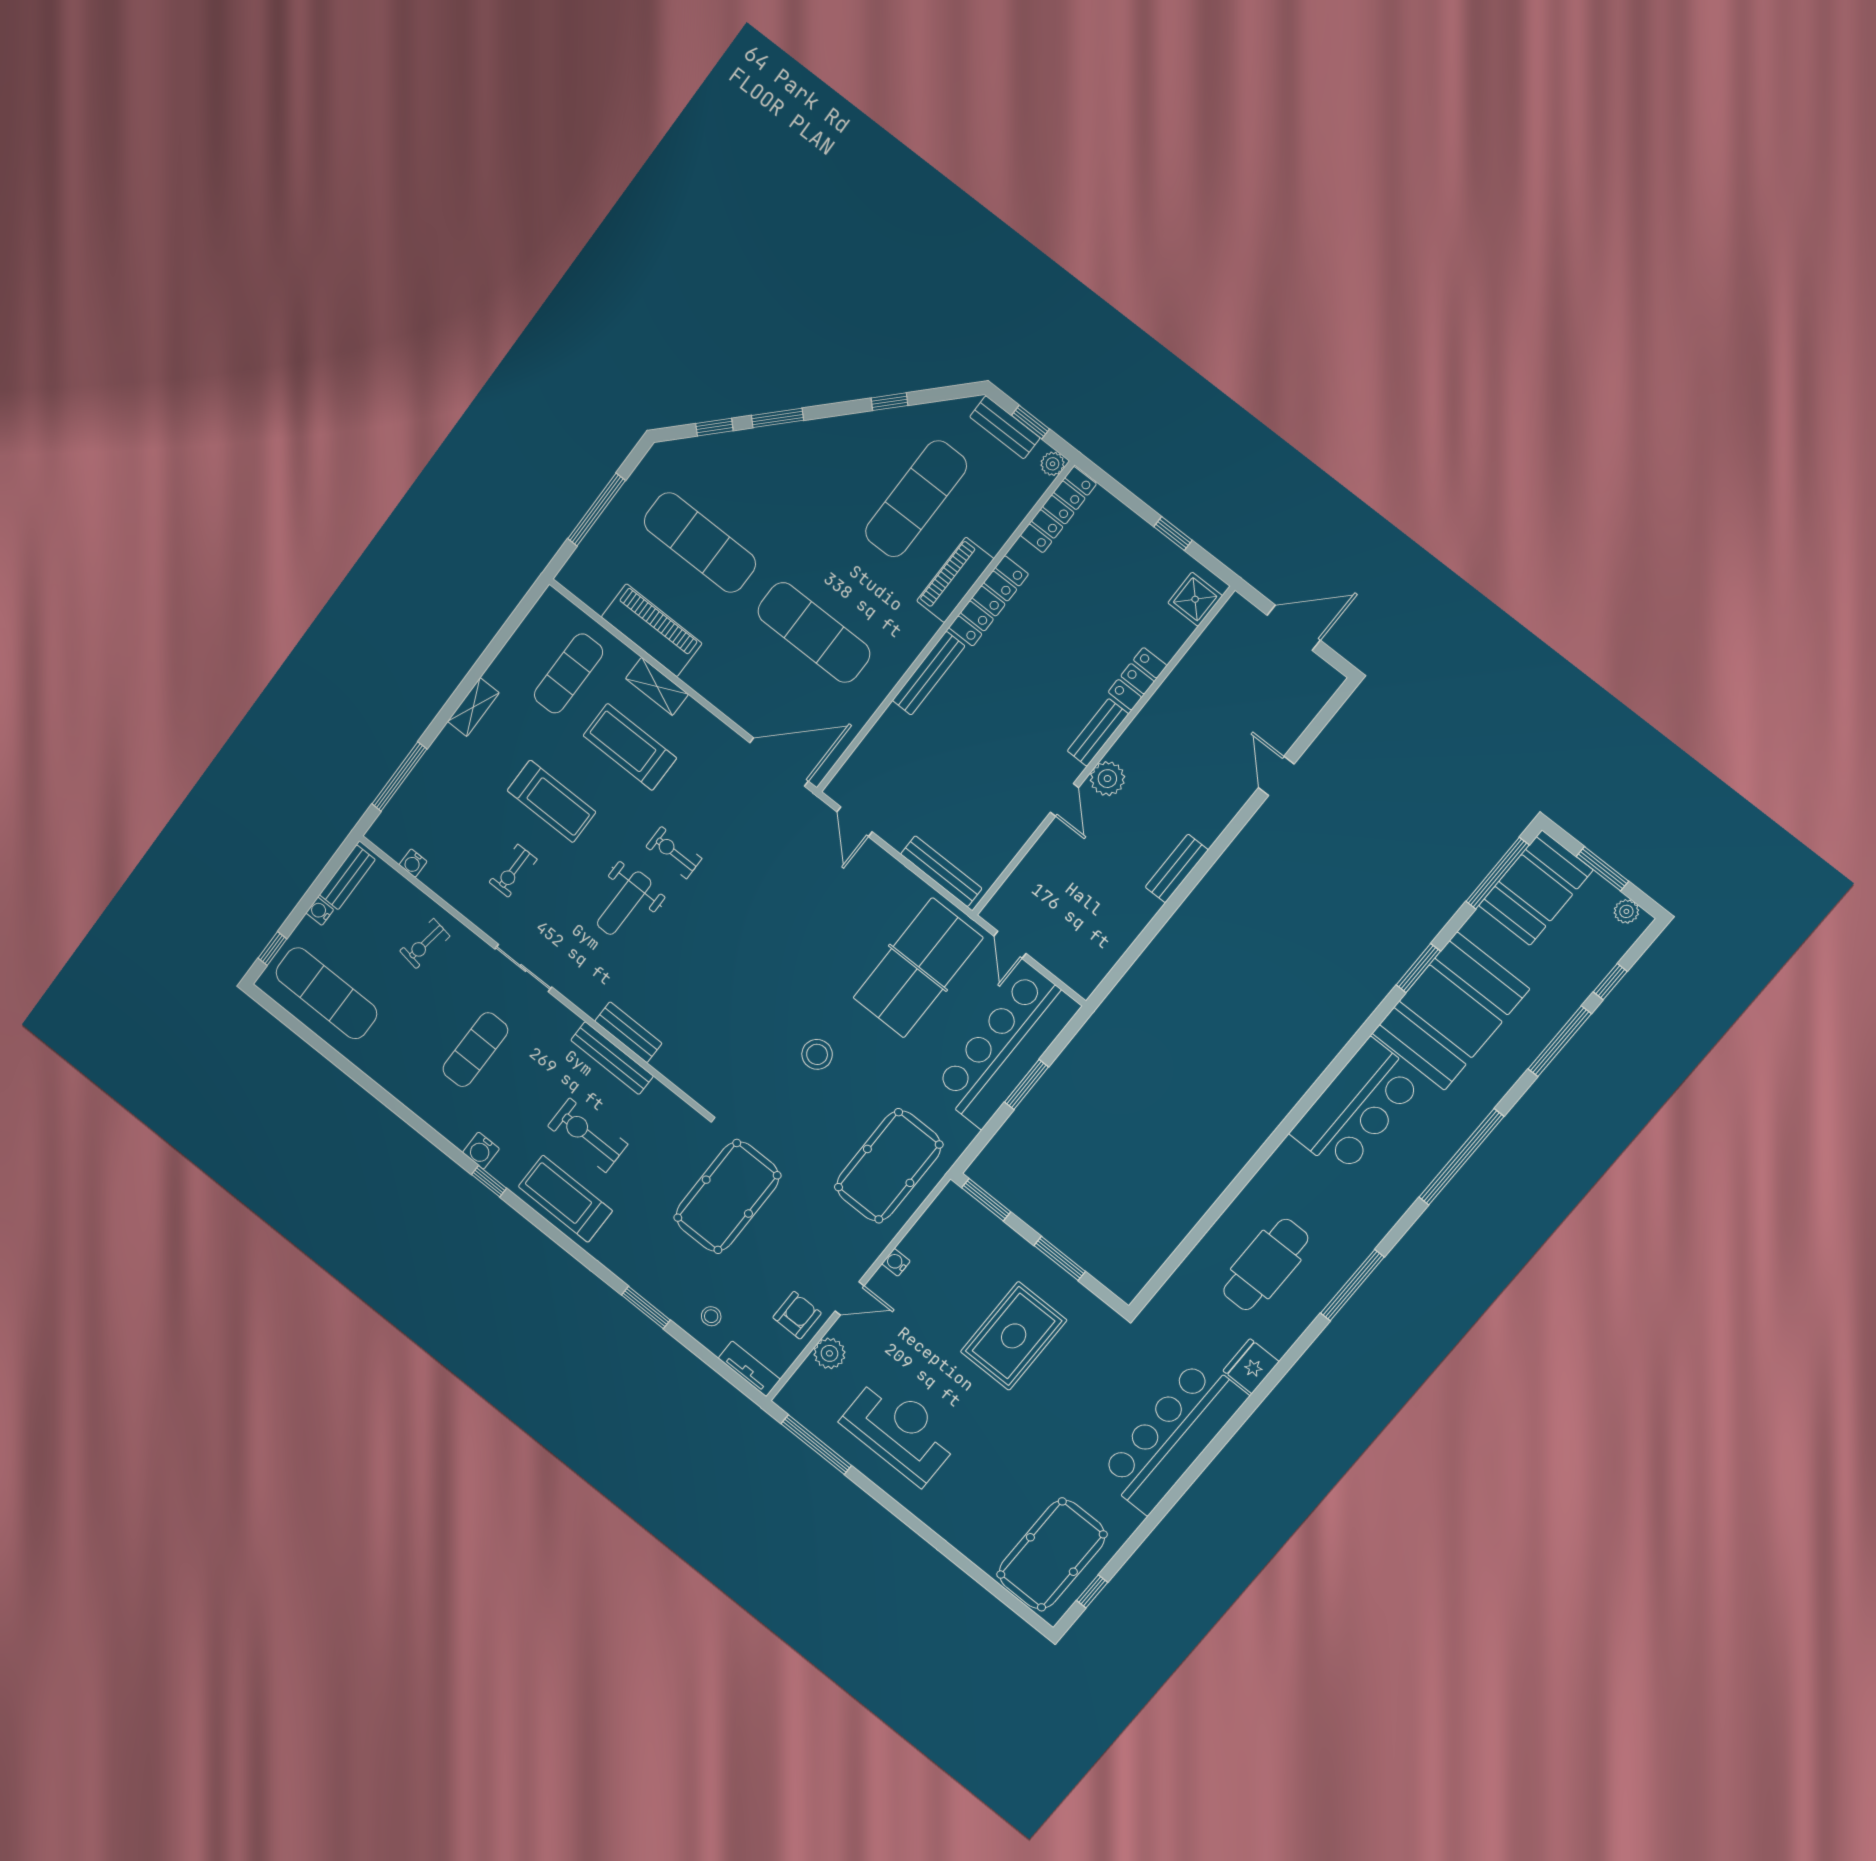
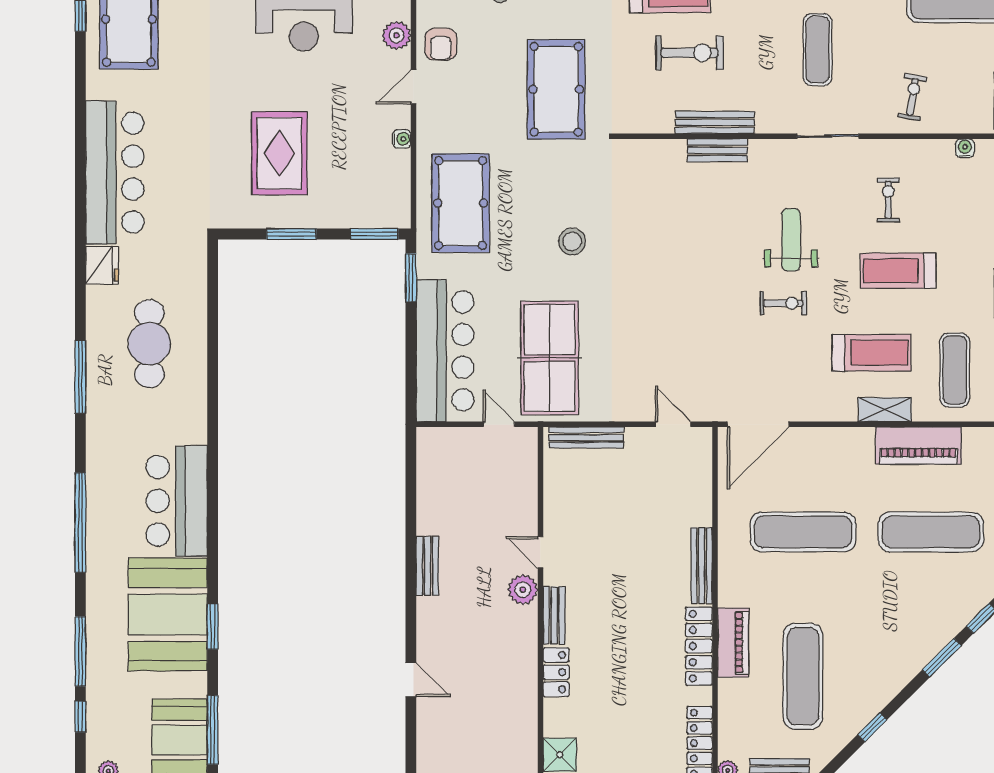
window: (1026, 1085) -> (411, 278), moved

